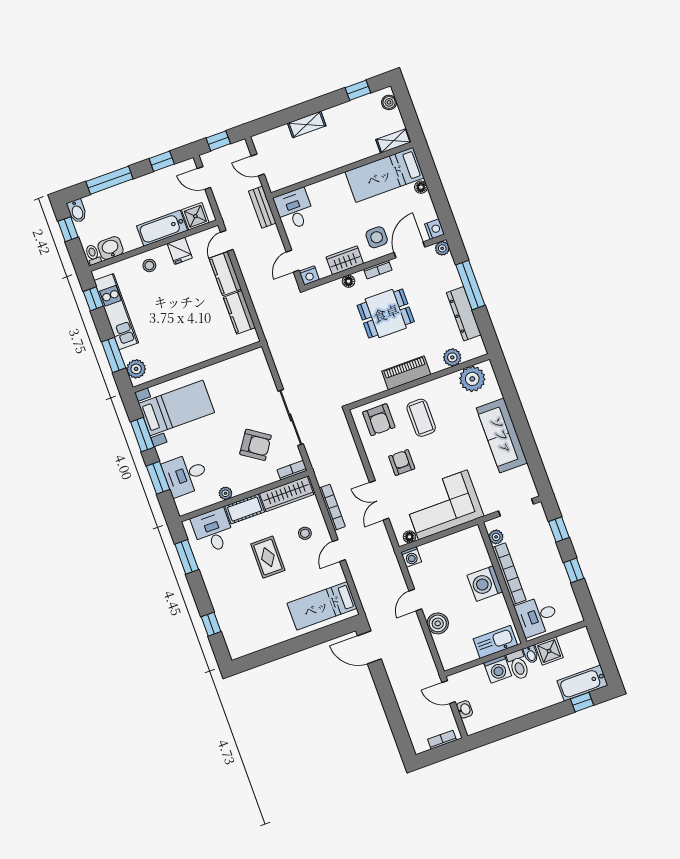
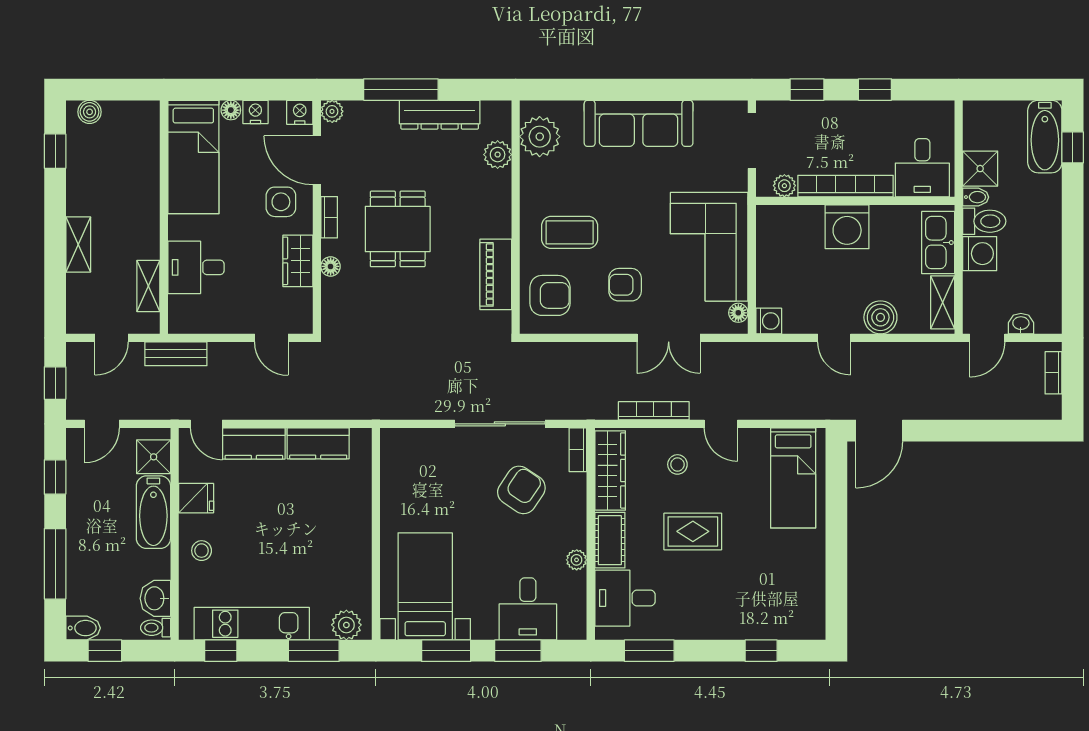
shelving: (394, 141) -> (148, 286), moved
desk: (294, 209) -> (196, 267), moved
nightstand: (309, 275) -> (255, 112), moved, turned -90
piano: (406, 373) -> (496, 274), moved
shelving: (460, 658) -> (943, 302), added

